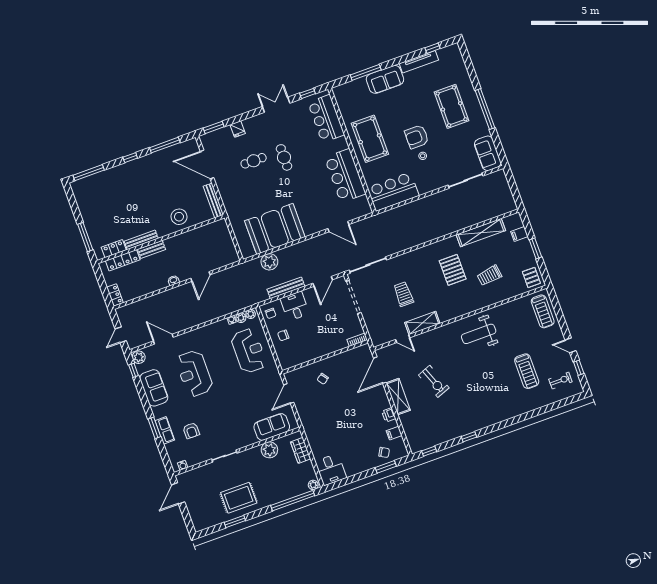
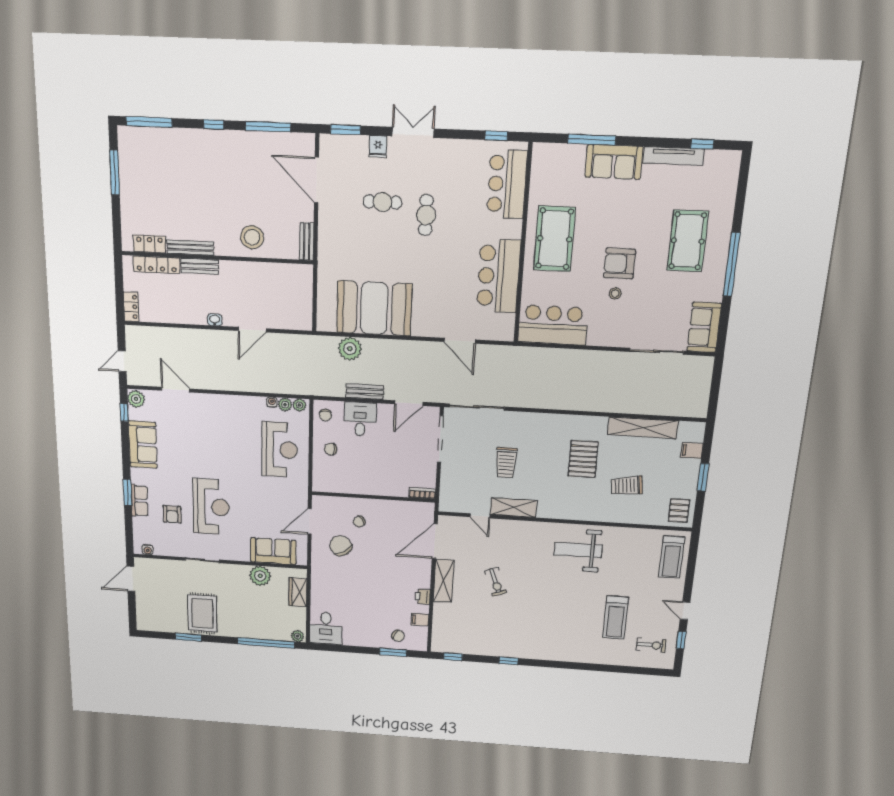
double door: (276, 105) -> (413, 132), moved
bench: (214, 201) -> (307, 241), width x0.73
window: (85, 237) -> (115, 172), moved
bench: (286, 288) -> (365, 392), width x0.73
trolley: (404, 294) -> (506, 463), turned 180
reception desk: (194, 374) -> (211, 507), moved, turned 180
exercise bike: (434, 381) -> (496, 582), width x0.73, depth x0.72
chair: (317, 402) -> (341, 546), added
rug: (239, 498) -> (202, 613), turned 90

